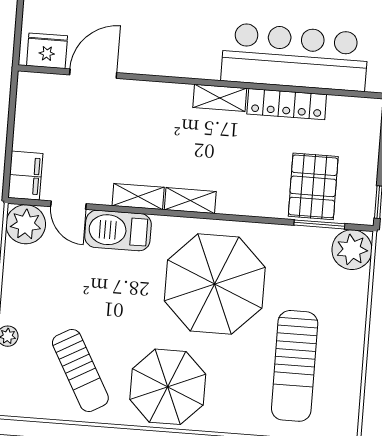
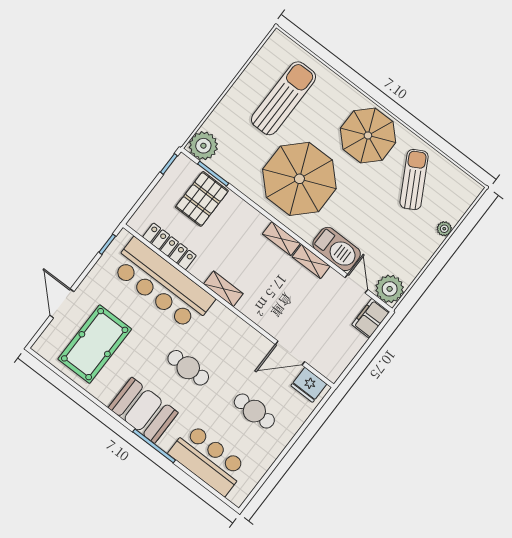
locker: (287, 104) -> (169, 246), moved

